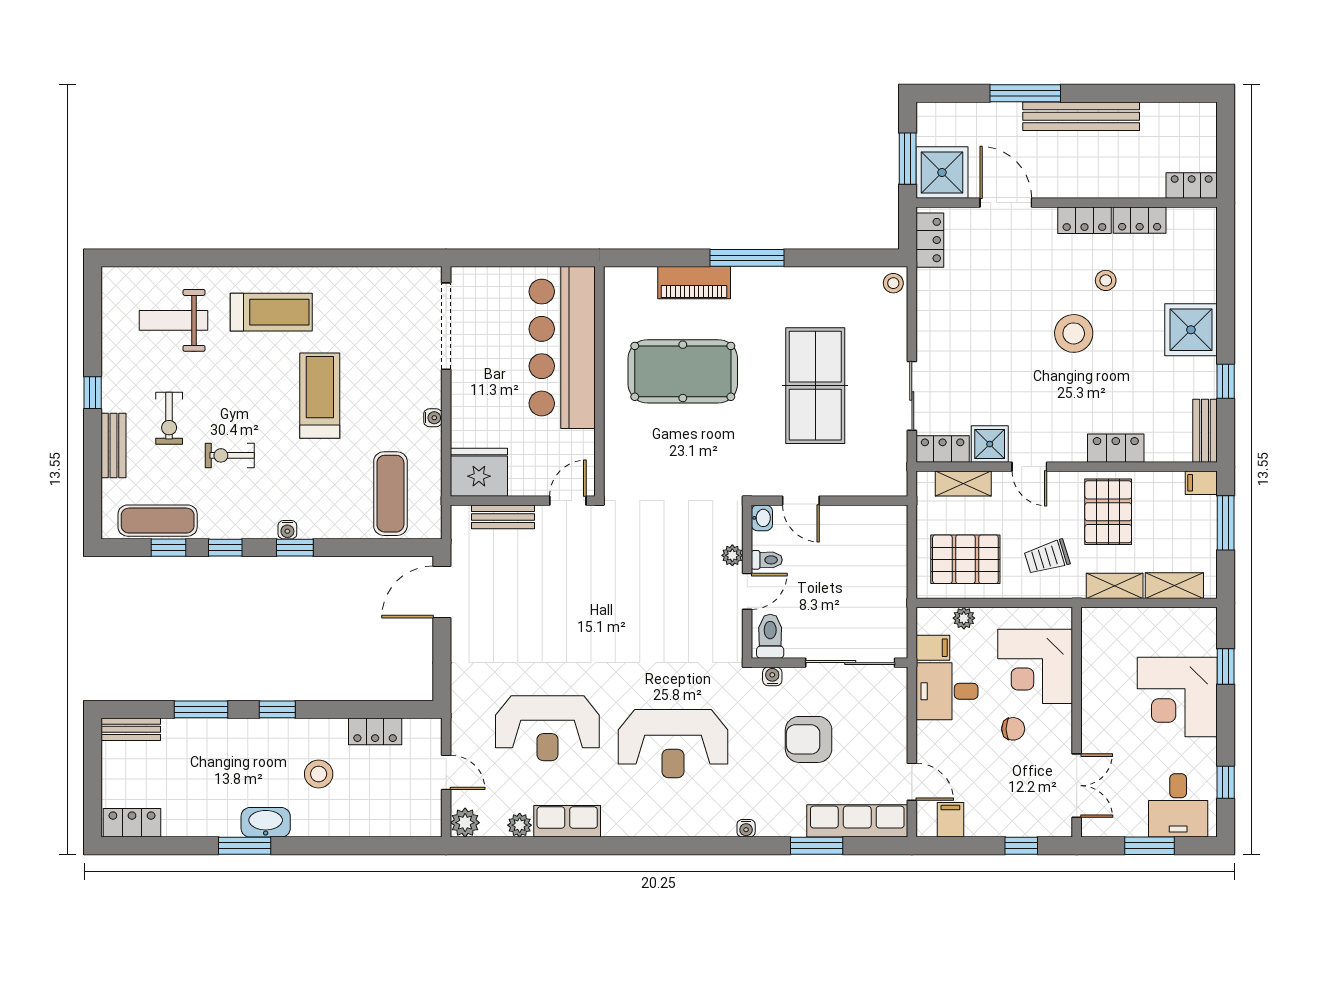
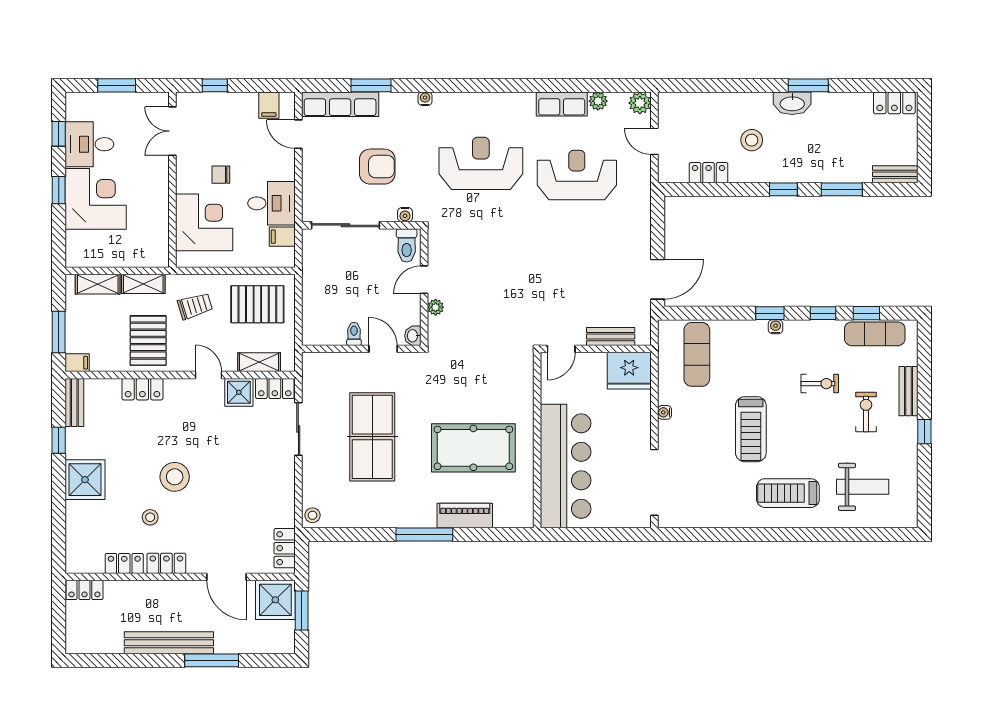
toilet: (767, 560) -> (354, 334), moved, turned 90
plant: (964, 618) -> (259, 259), removed
window: (1226, 666) -> (59, 190), moved
desk: (1178, 805) -> (89, 144), moved, turned -90

